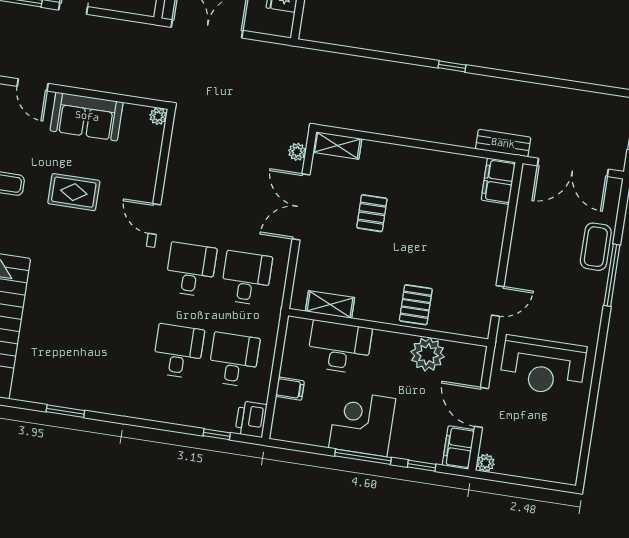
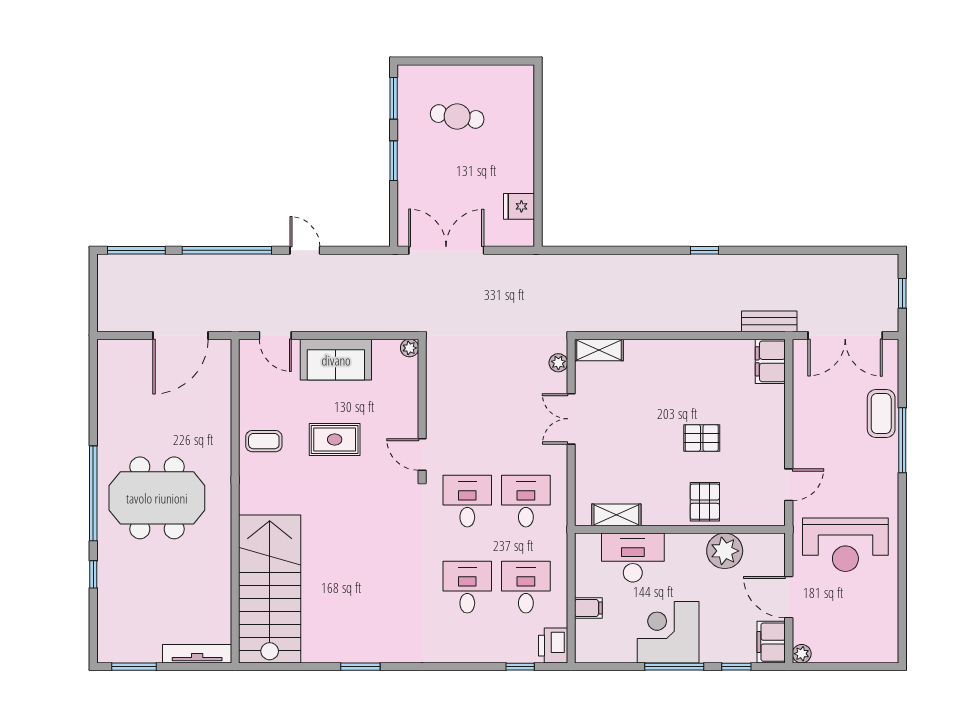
double door: (301, 207) -> (571, 419), width x0.73
pallet: (372, 213) -> (702, 438), moved, turned 90

